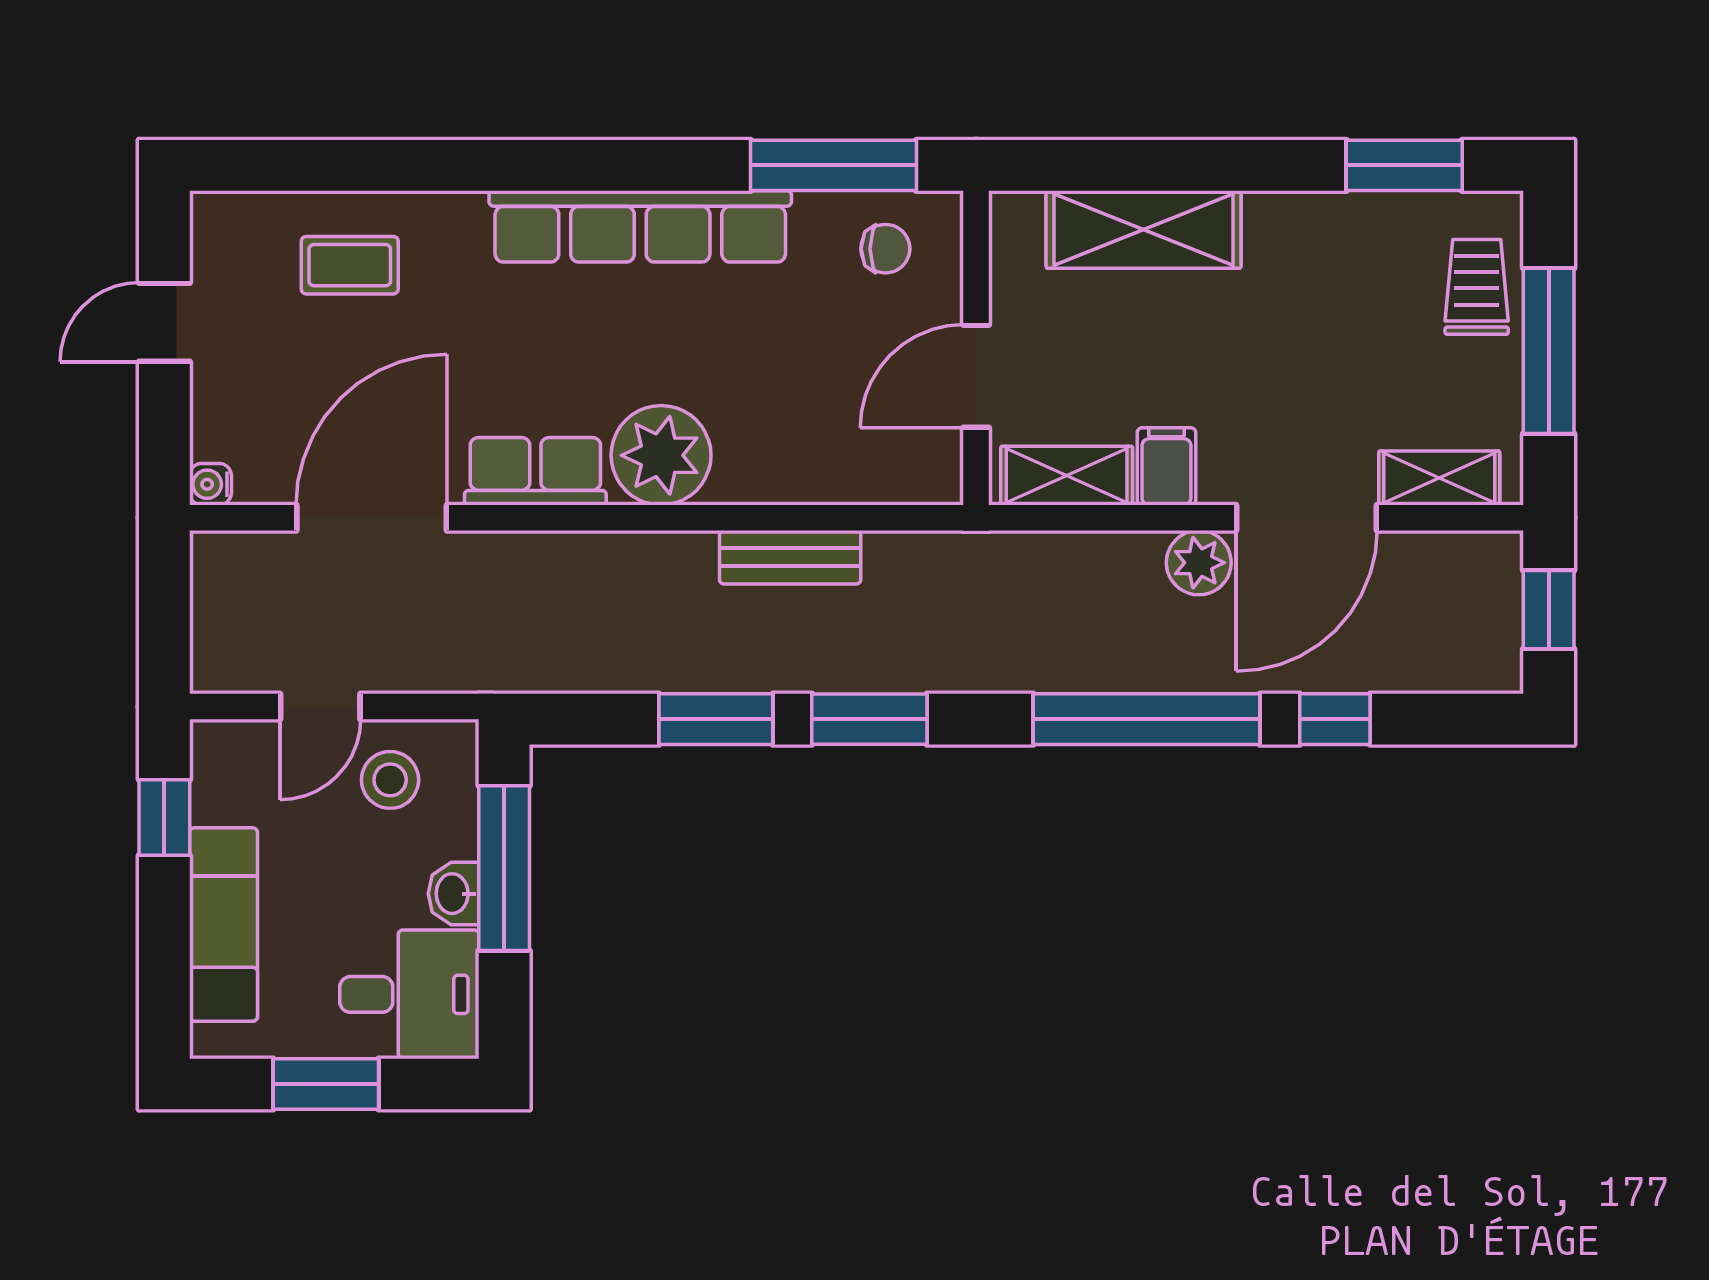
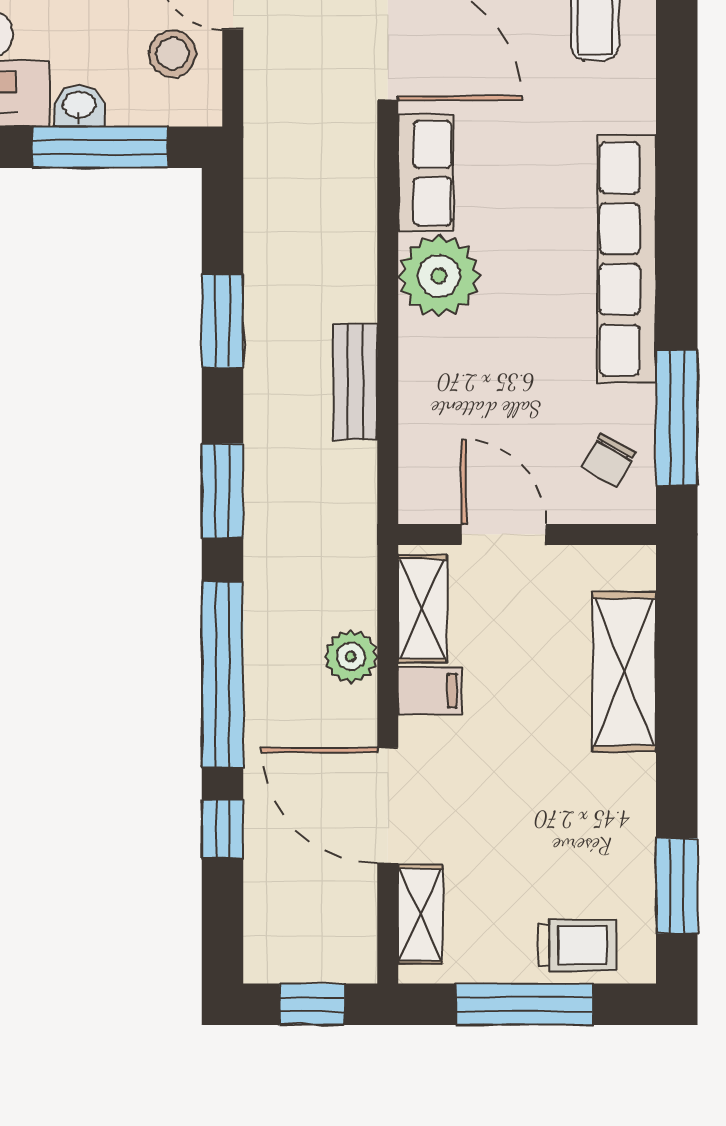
chair: (885, 249) -> (608, 460), turned 30
plant: (1199, 563) -> (351, 656), moved
window: (869, 719) -> (222, 491), moved

